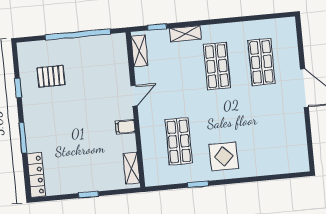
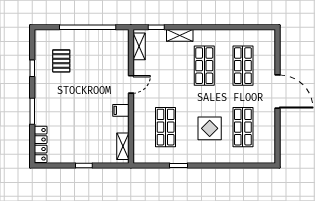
pallet: (51, 76) -> (61, 61), turned 90
shop shelf: (268, 133) -> (243, 127), added
display table: (224, 156) -> (210, 128), moved

